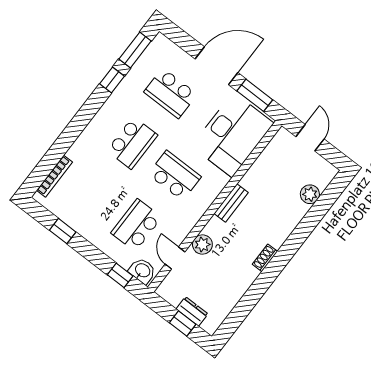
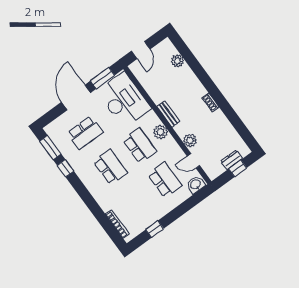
door: (310, 138) -> (141, 50), swing flipped
school desk: (175, 175) -> (140, 146), turned 90
plant: (202, 200) -> (161, 132), added
school desk: (136, 225) -> (165, 180), turned 180
window: (120, 275) -> (195, 200), removed

